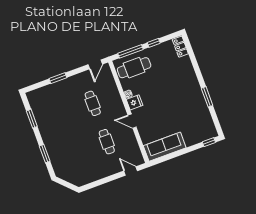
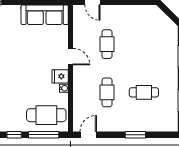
cafe table: (64, 114) -> (144, 92), added

